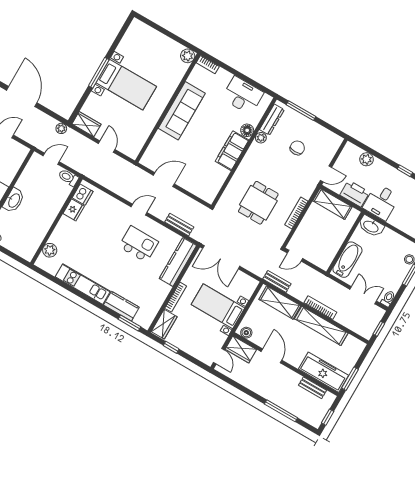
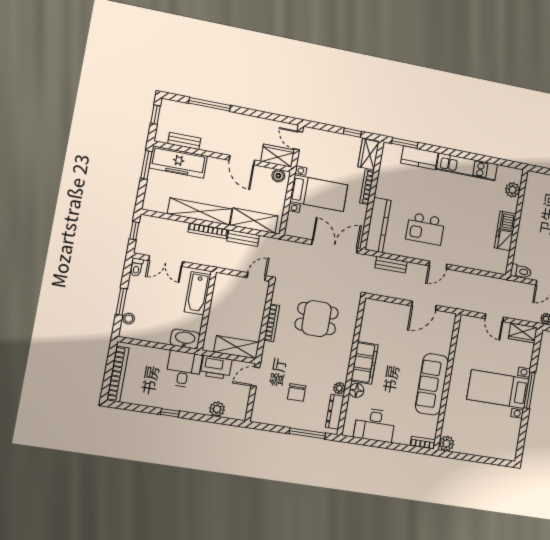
dishwasher: (83, 195) -> (507, 221), moved
dining table: (258, 203) -> (317, 319), turned 90
bench: (277, 281) -> (243, 238), moved

